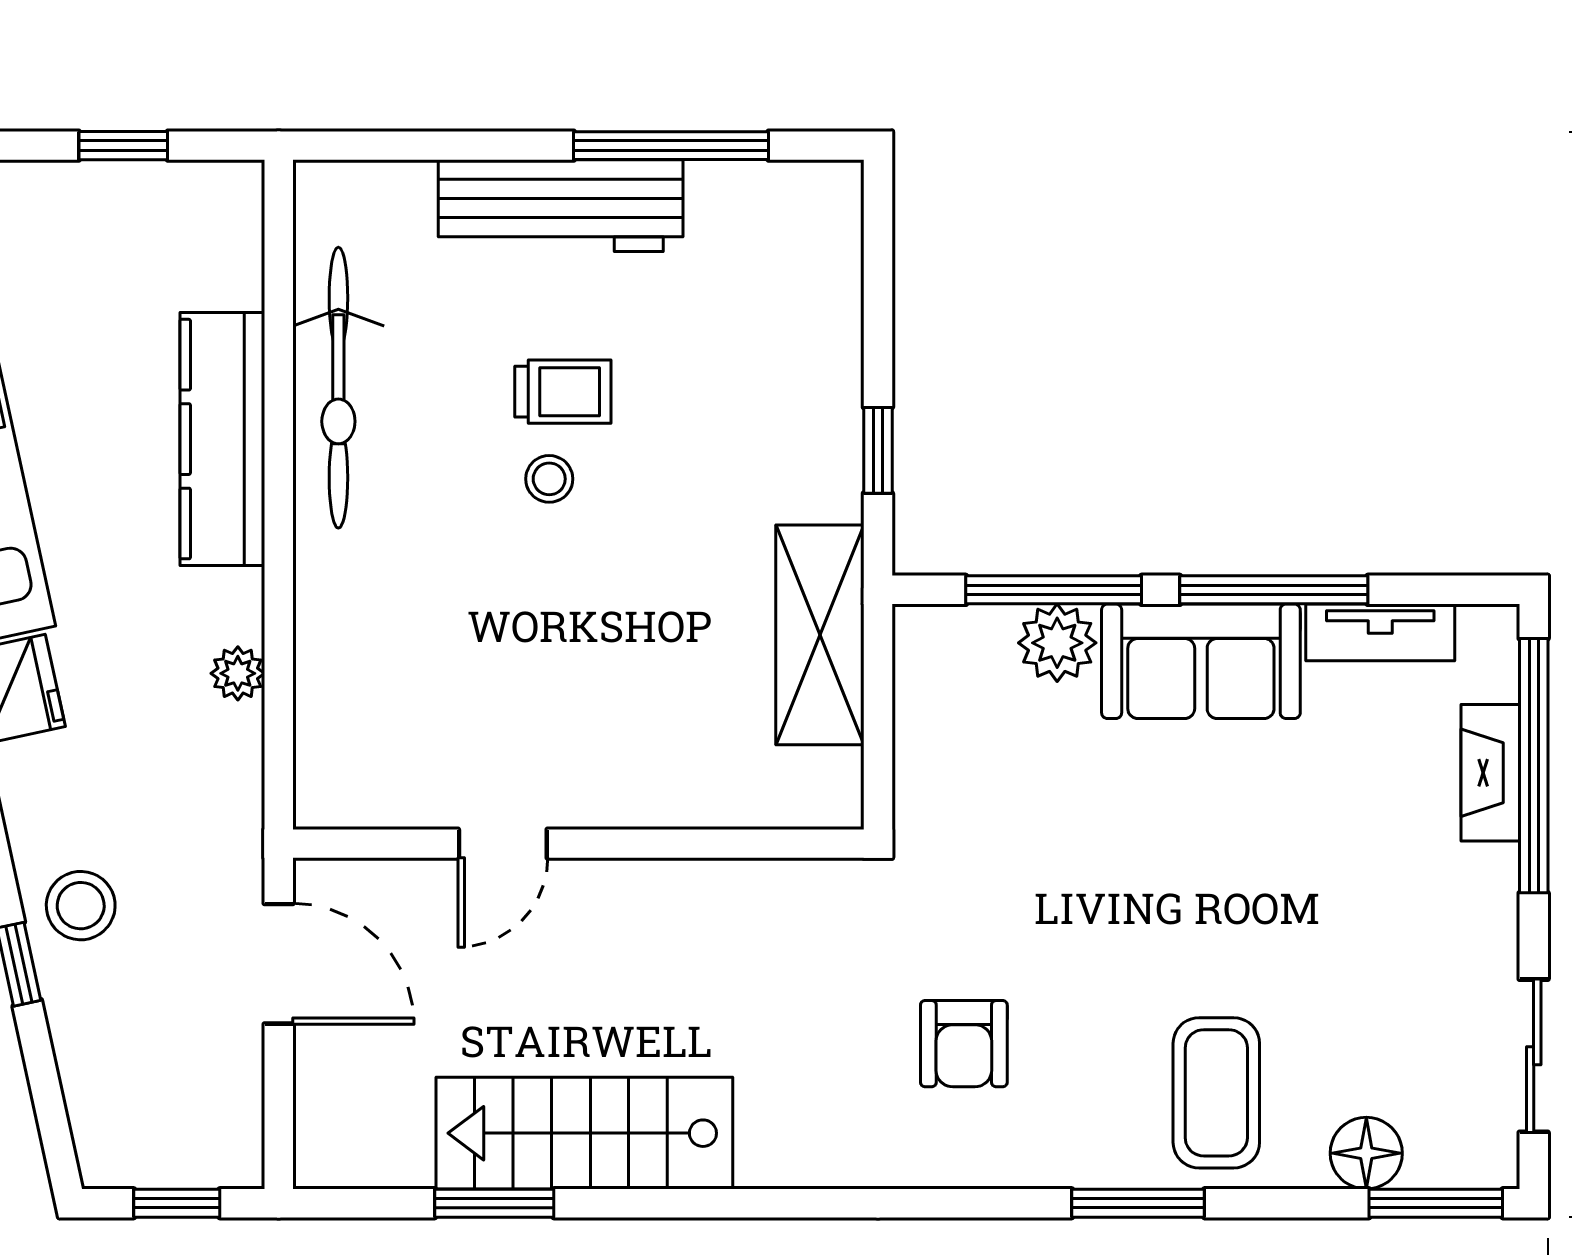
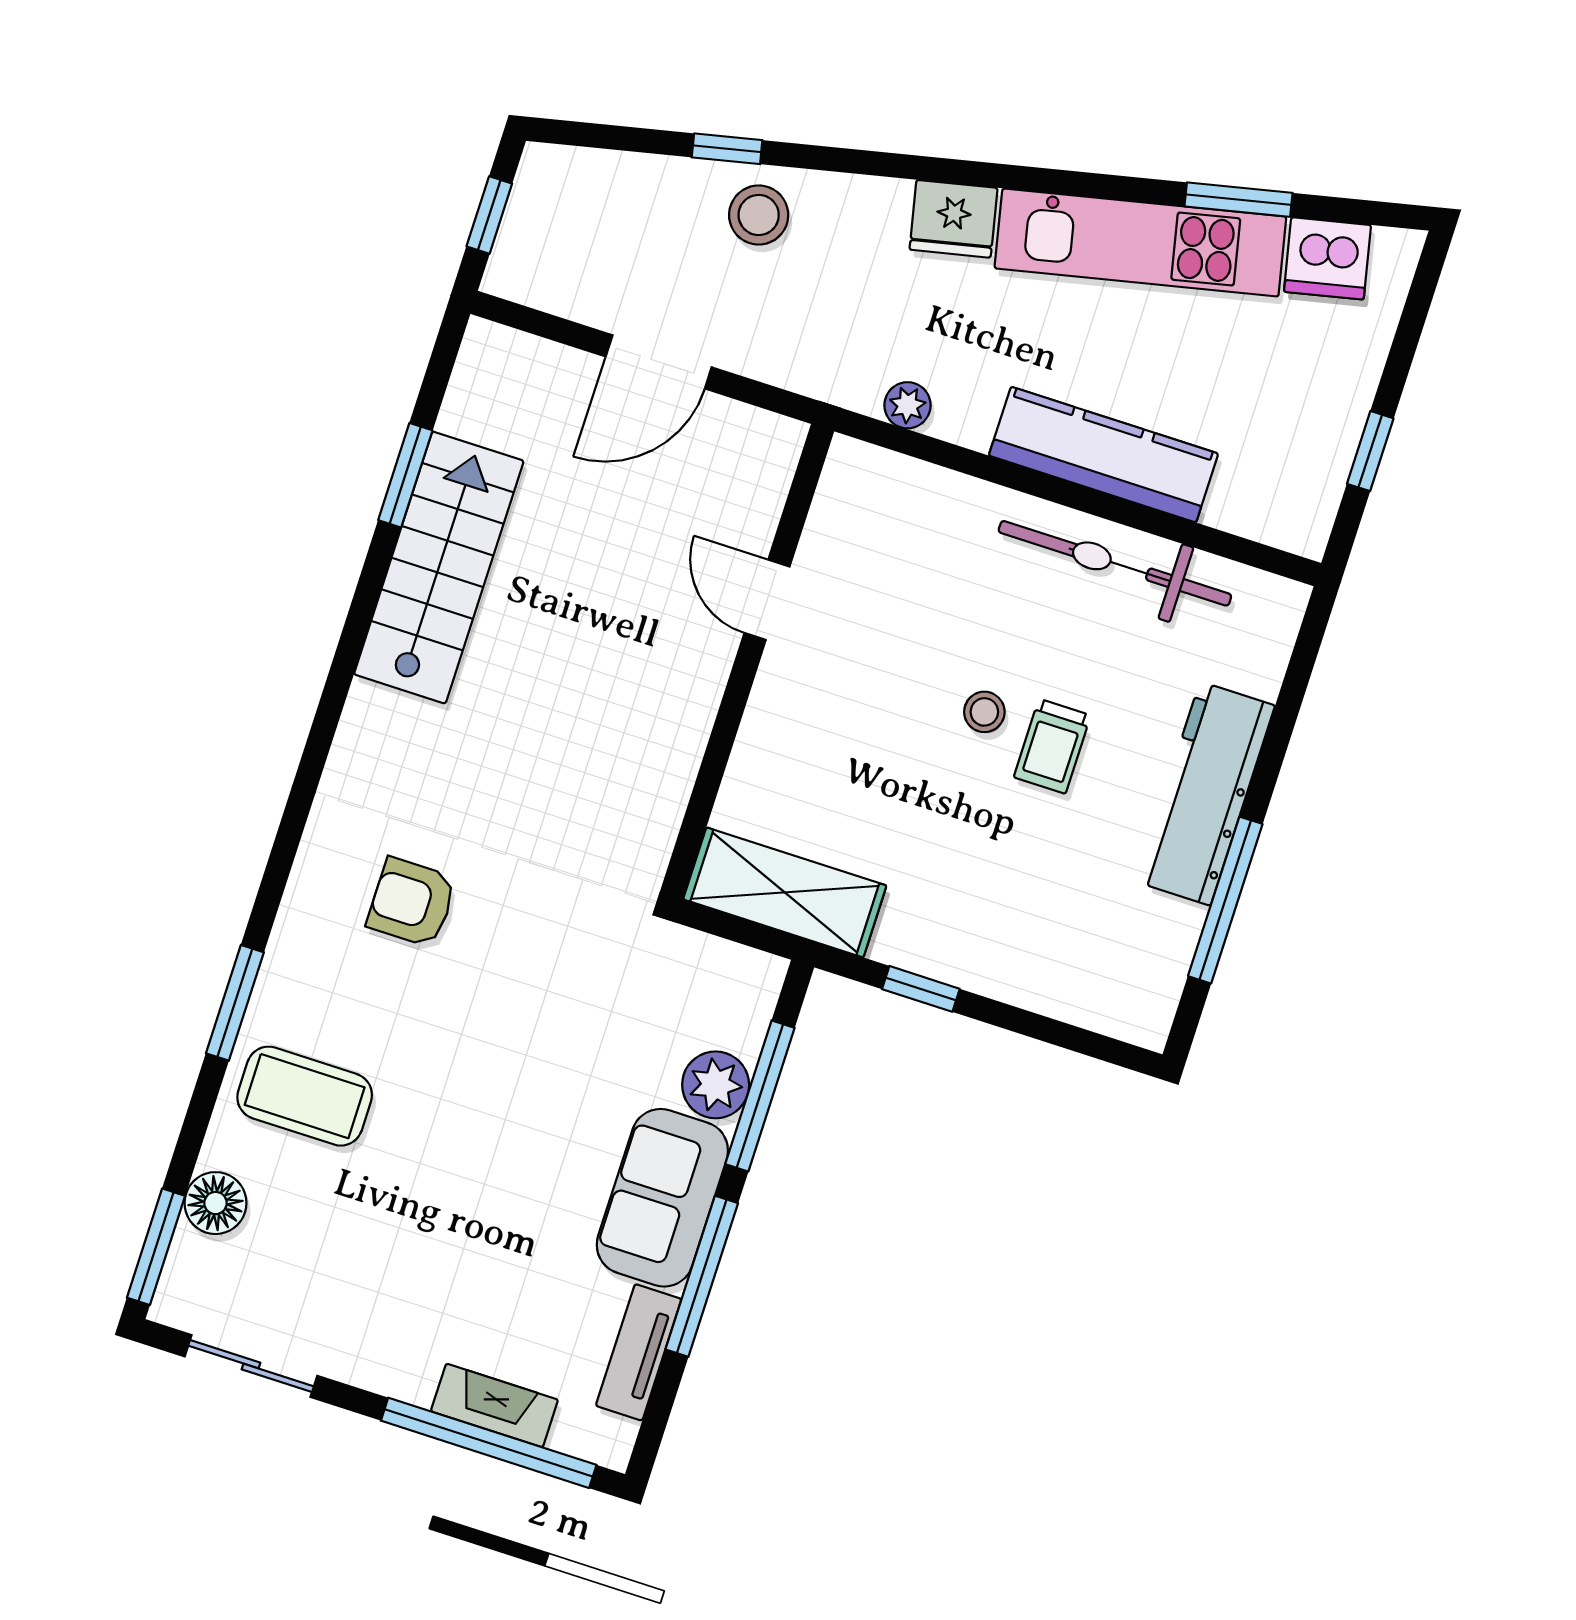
door: (503, 844) -> (767, 600), moved
wall: (578, 844) -> (747, 662), moved

